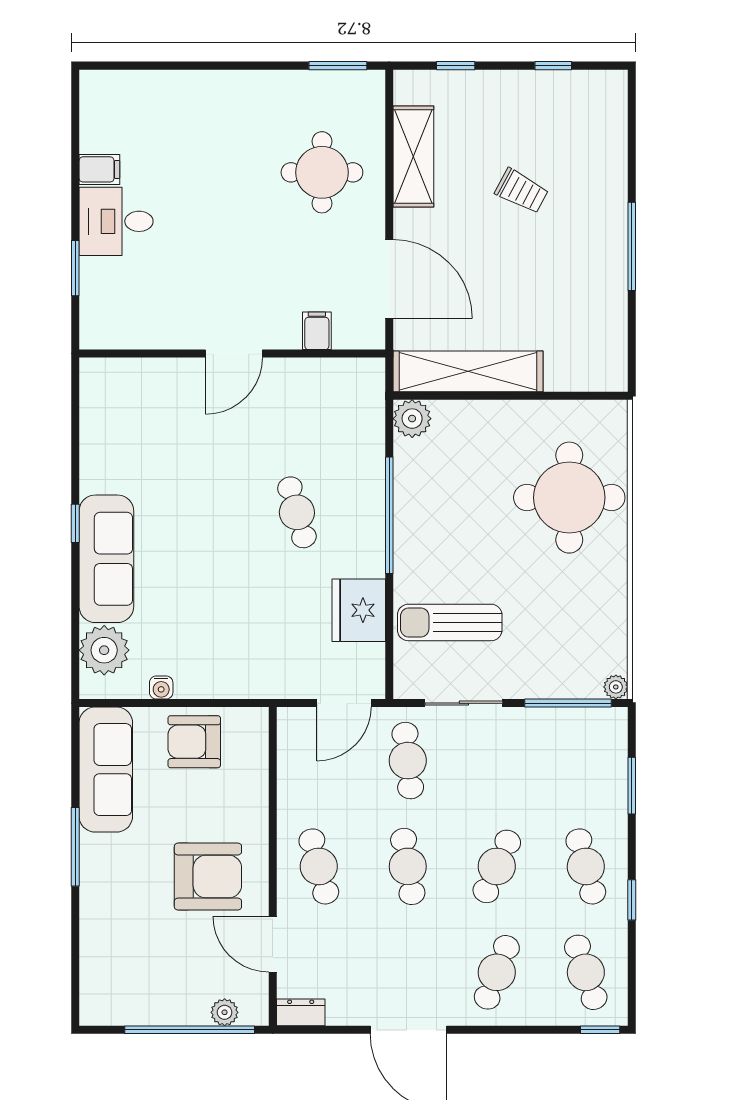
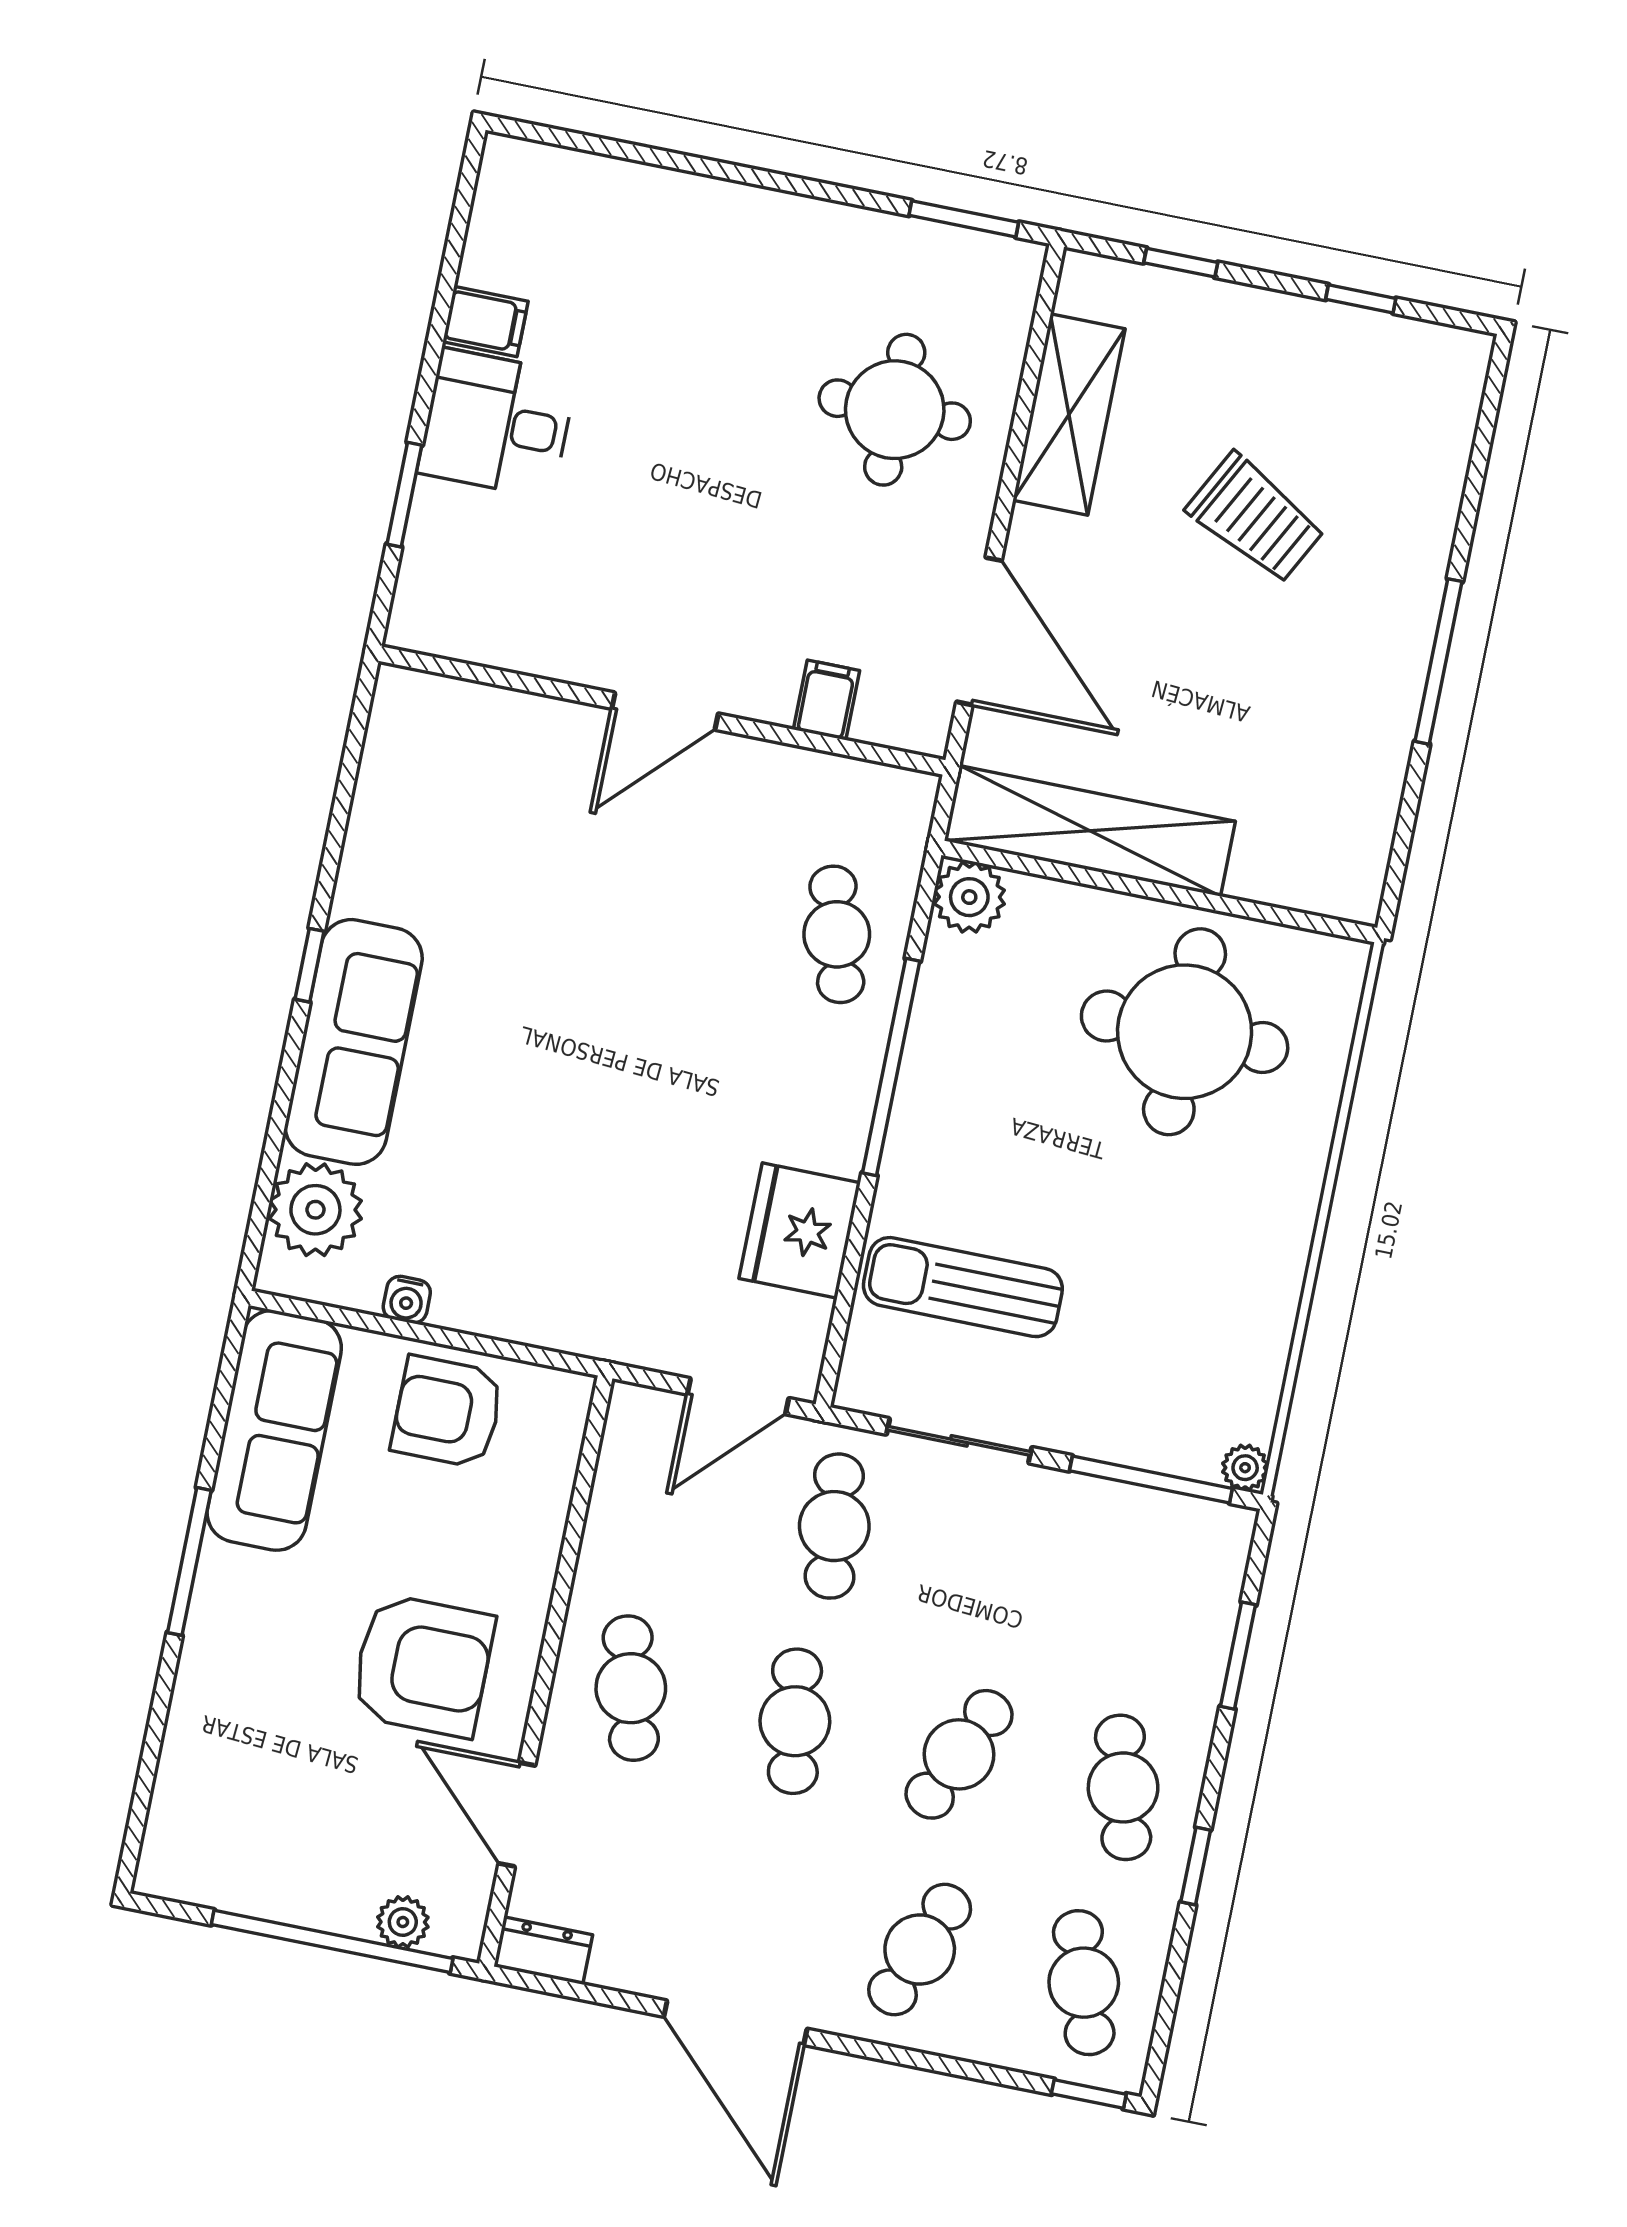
trolley: (522, 191) -> (1256, 518), width x1.36, depth x1.39
round table: (569, 498) -> (1185, 1032), moved
cafe table: (297, 512) -> (837, 934), moved

